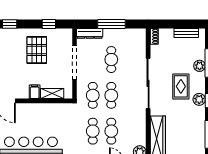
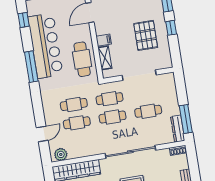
window: (49, 24) -> (171, 28), moved
window: (112, 24) -> (186, 119), moved
dresser: (90, 33) -> (178, 129), moved
pallet: (37, 50) -> (146, 35), turned 90
cafe table: (50, 116) -> (82, 59), added

